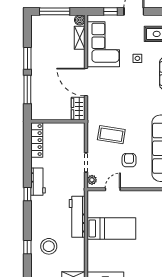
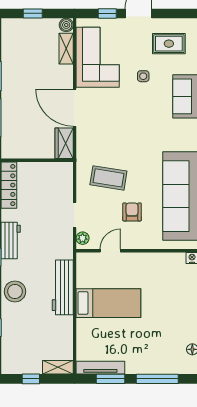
window: (55, 11) -> (33, 13), width x0.46
stool: (49, 246) -> (15, 291), moved

